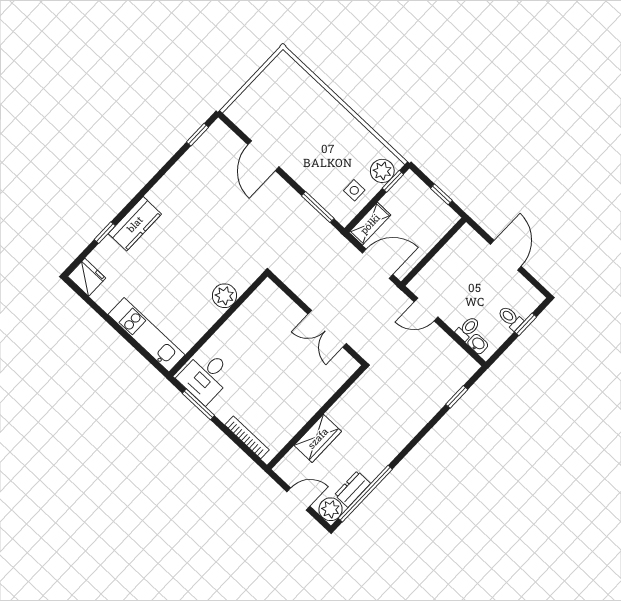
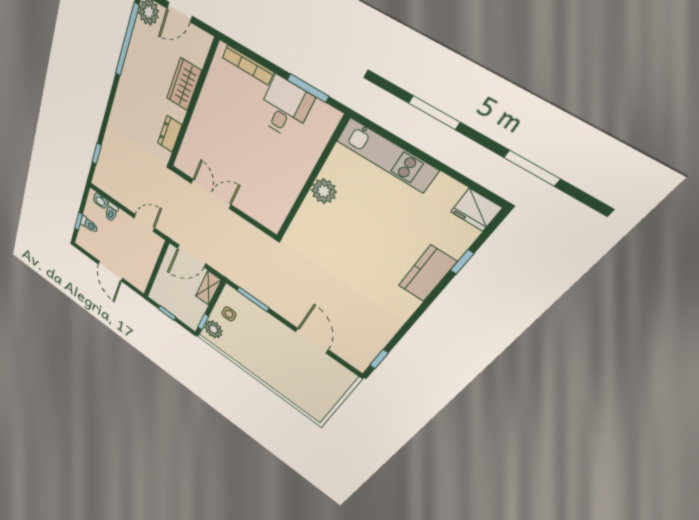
plant: (224, 296) -> (324, 191), moved
desk: (206, 376) -> (285, 108), moved
dresser: (352, 489) -> (170, 134), moved, turned 180

